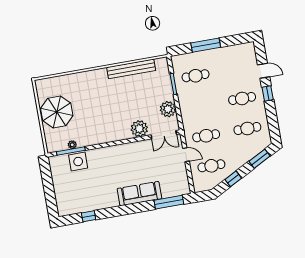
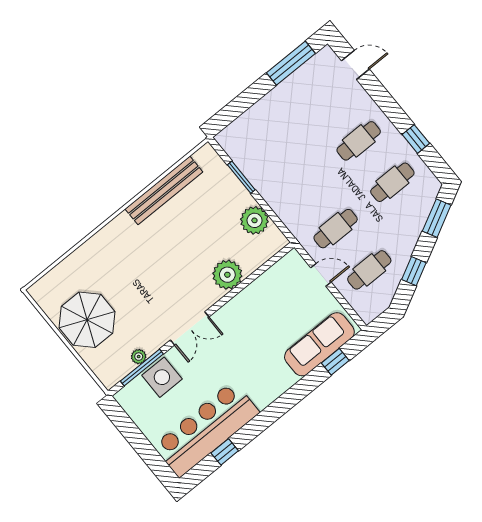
window: (206, 45) -> (291, 63), moved
door: (264, 71) -> (355, 65), moved
cafe table: (196, 76) -> (268, 146), removed
window: (268, 93) -> (416, 139), moved
double door: (164, 135) -> (190, 328), moved
sofa: (139, 194) -> (319, 344), moved
bar counter: (86, 200) -> (206, 429), added
window: (169, 202) -> (335, 362), width x0.46

